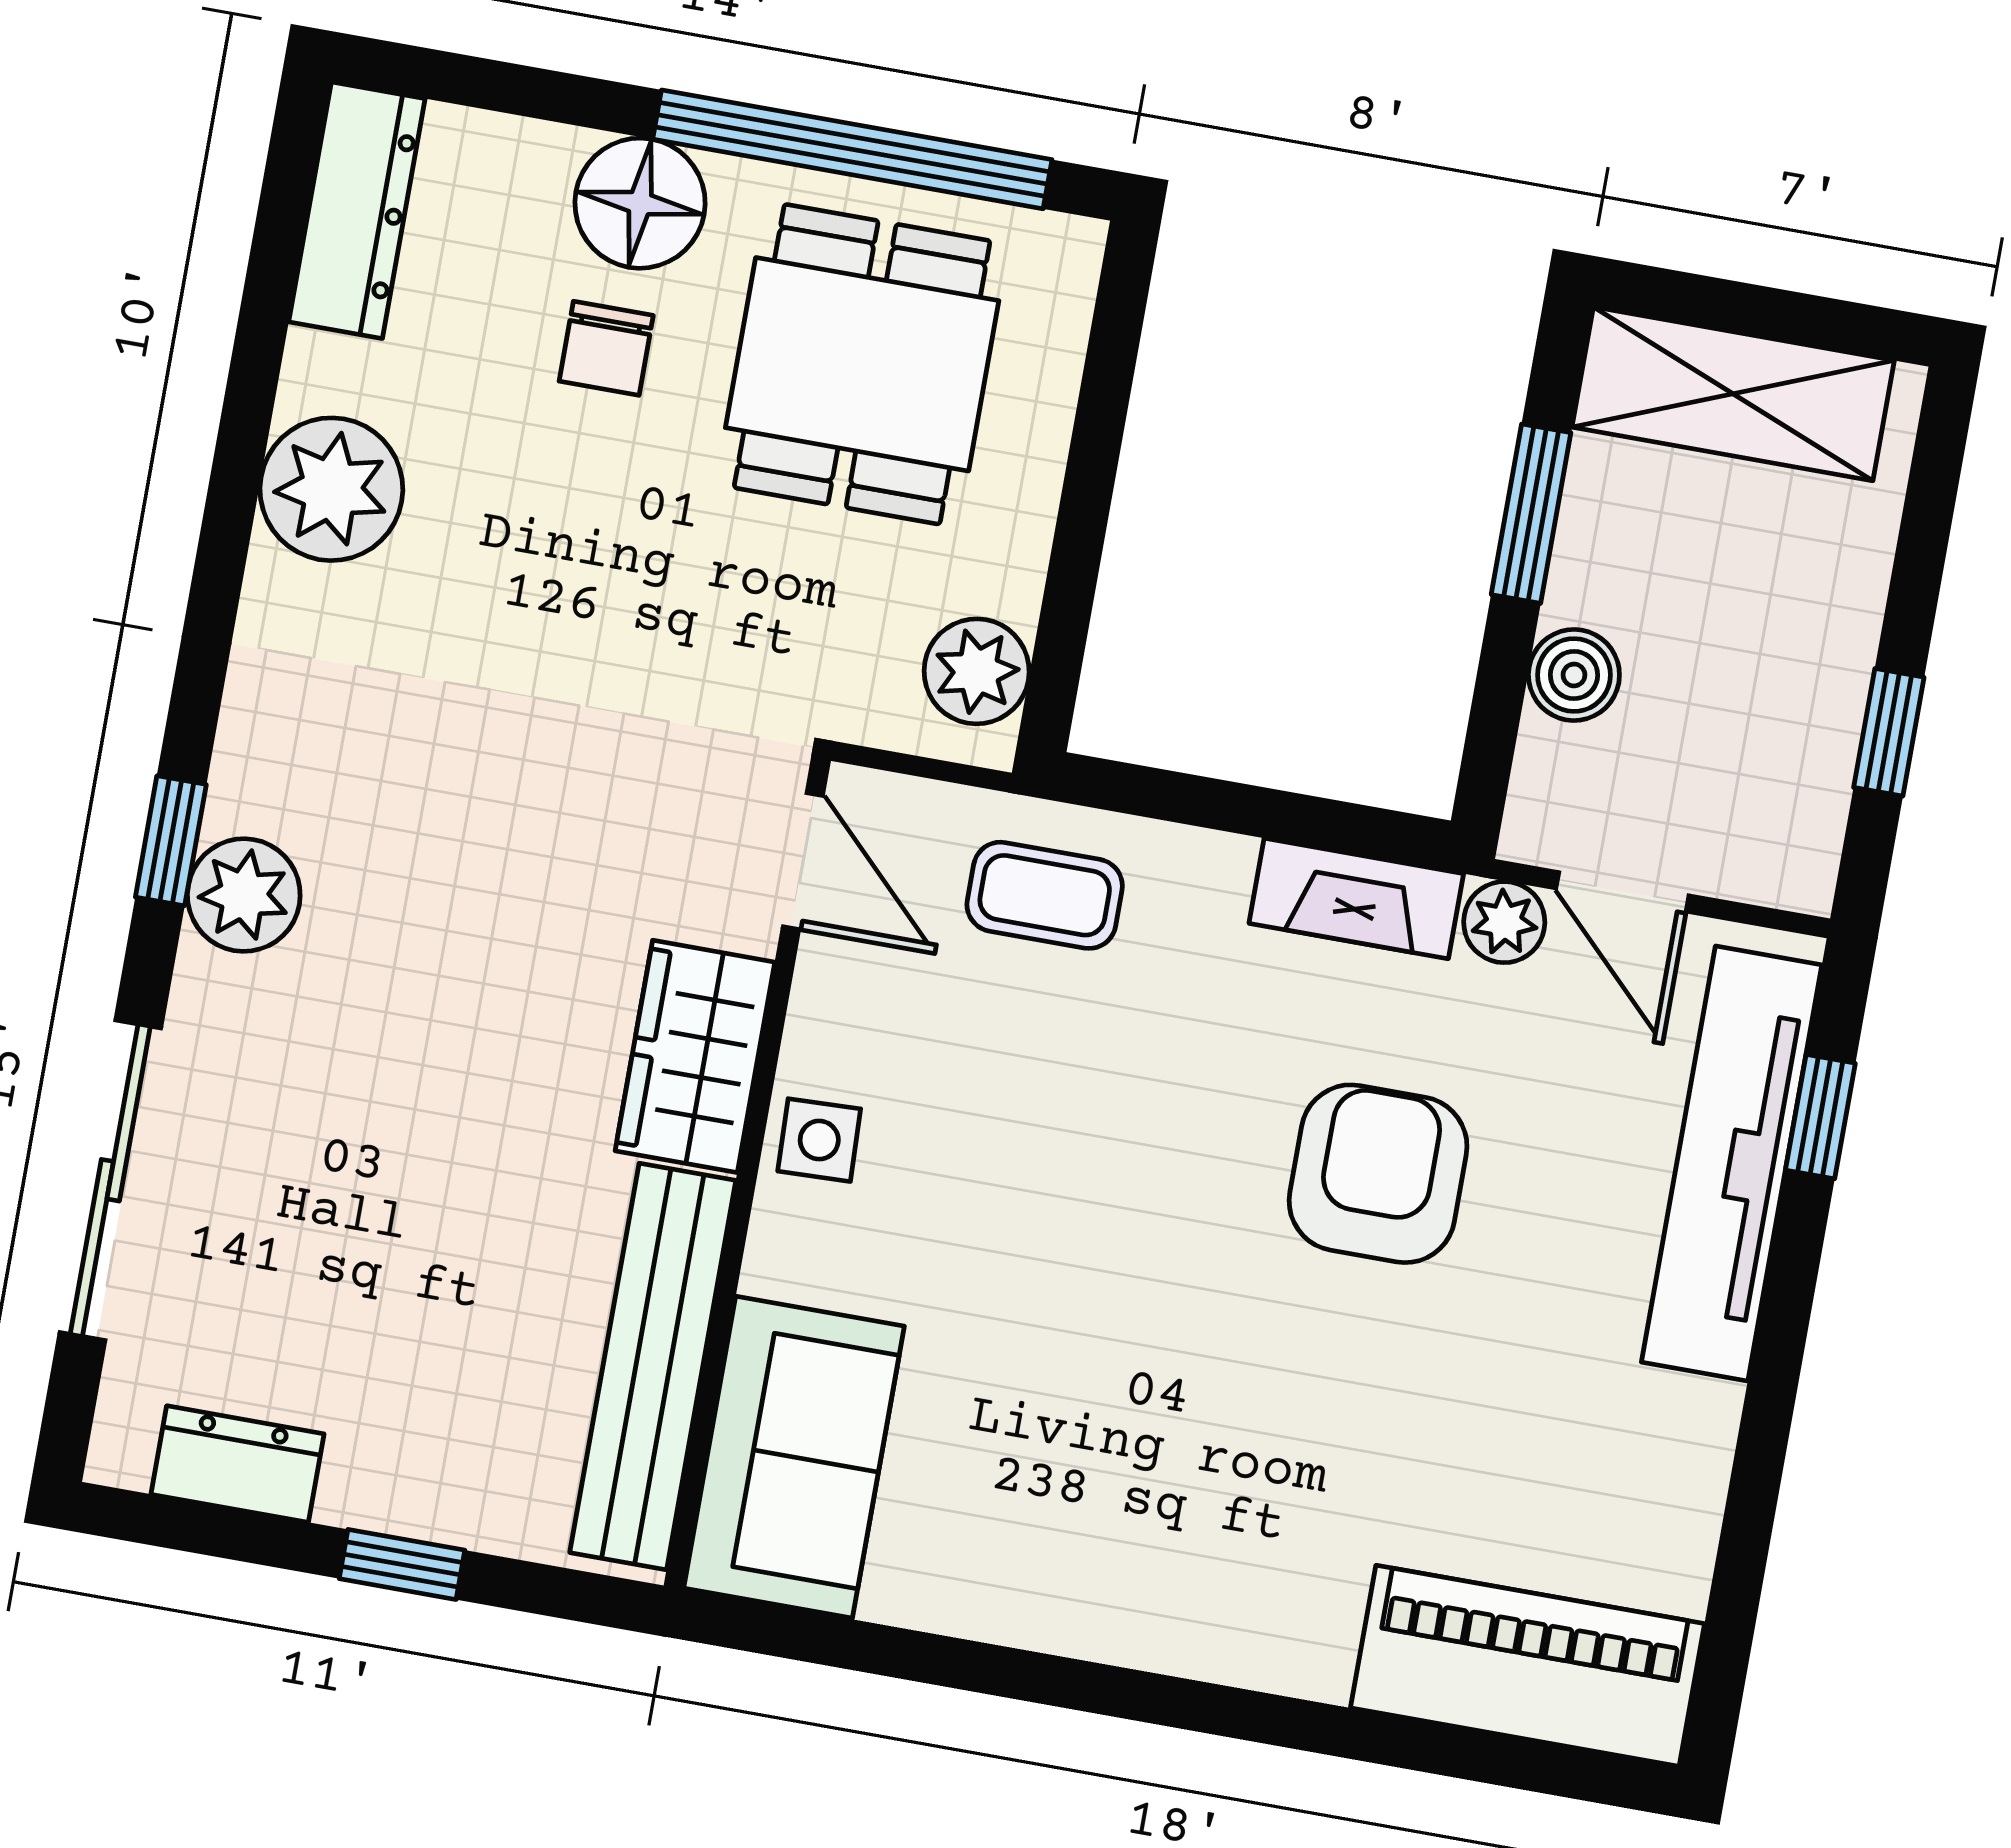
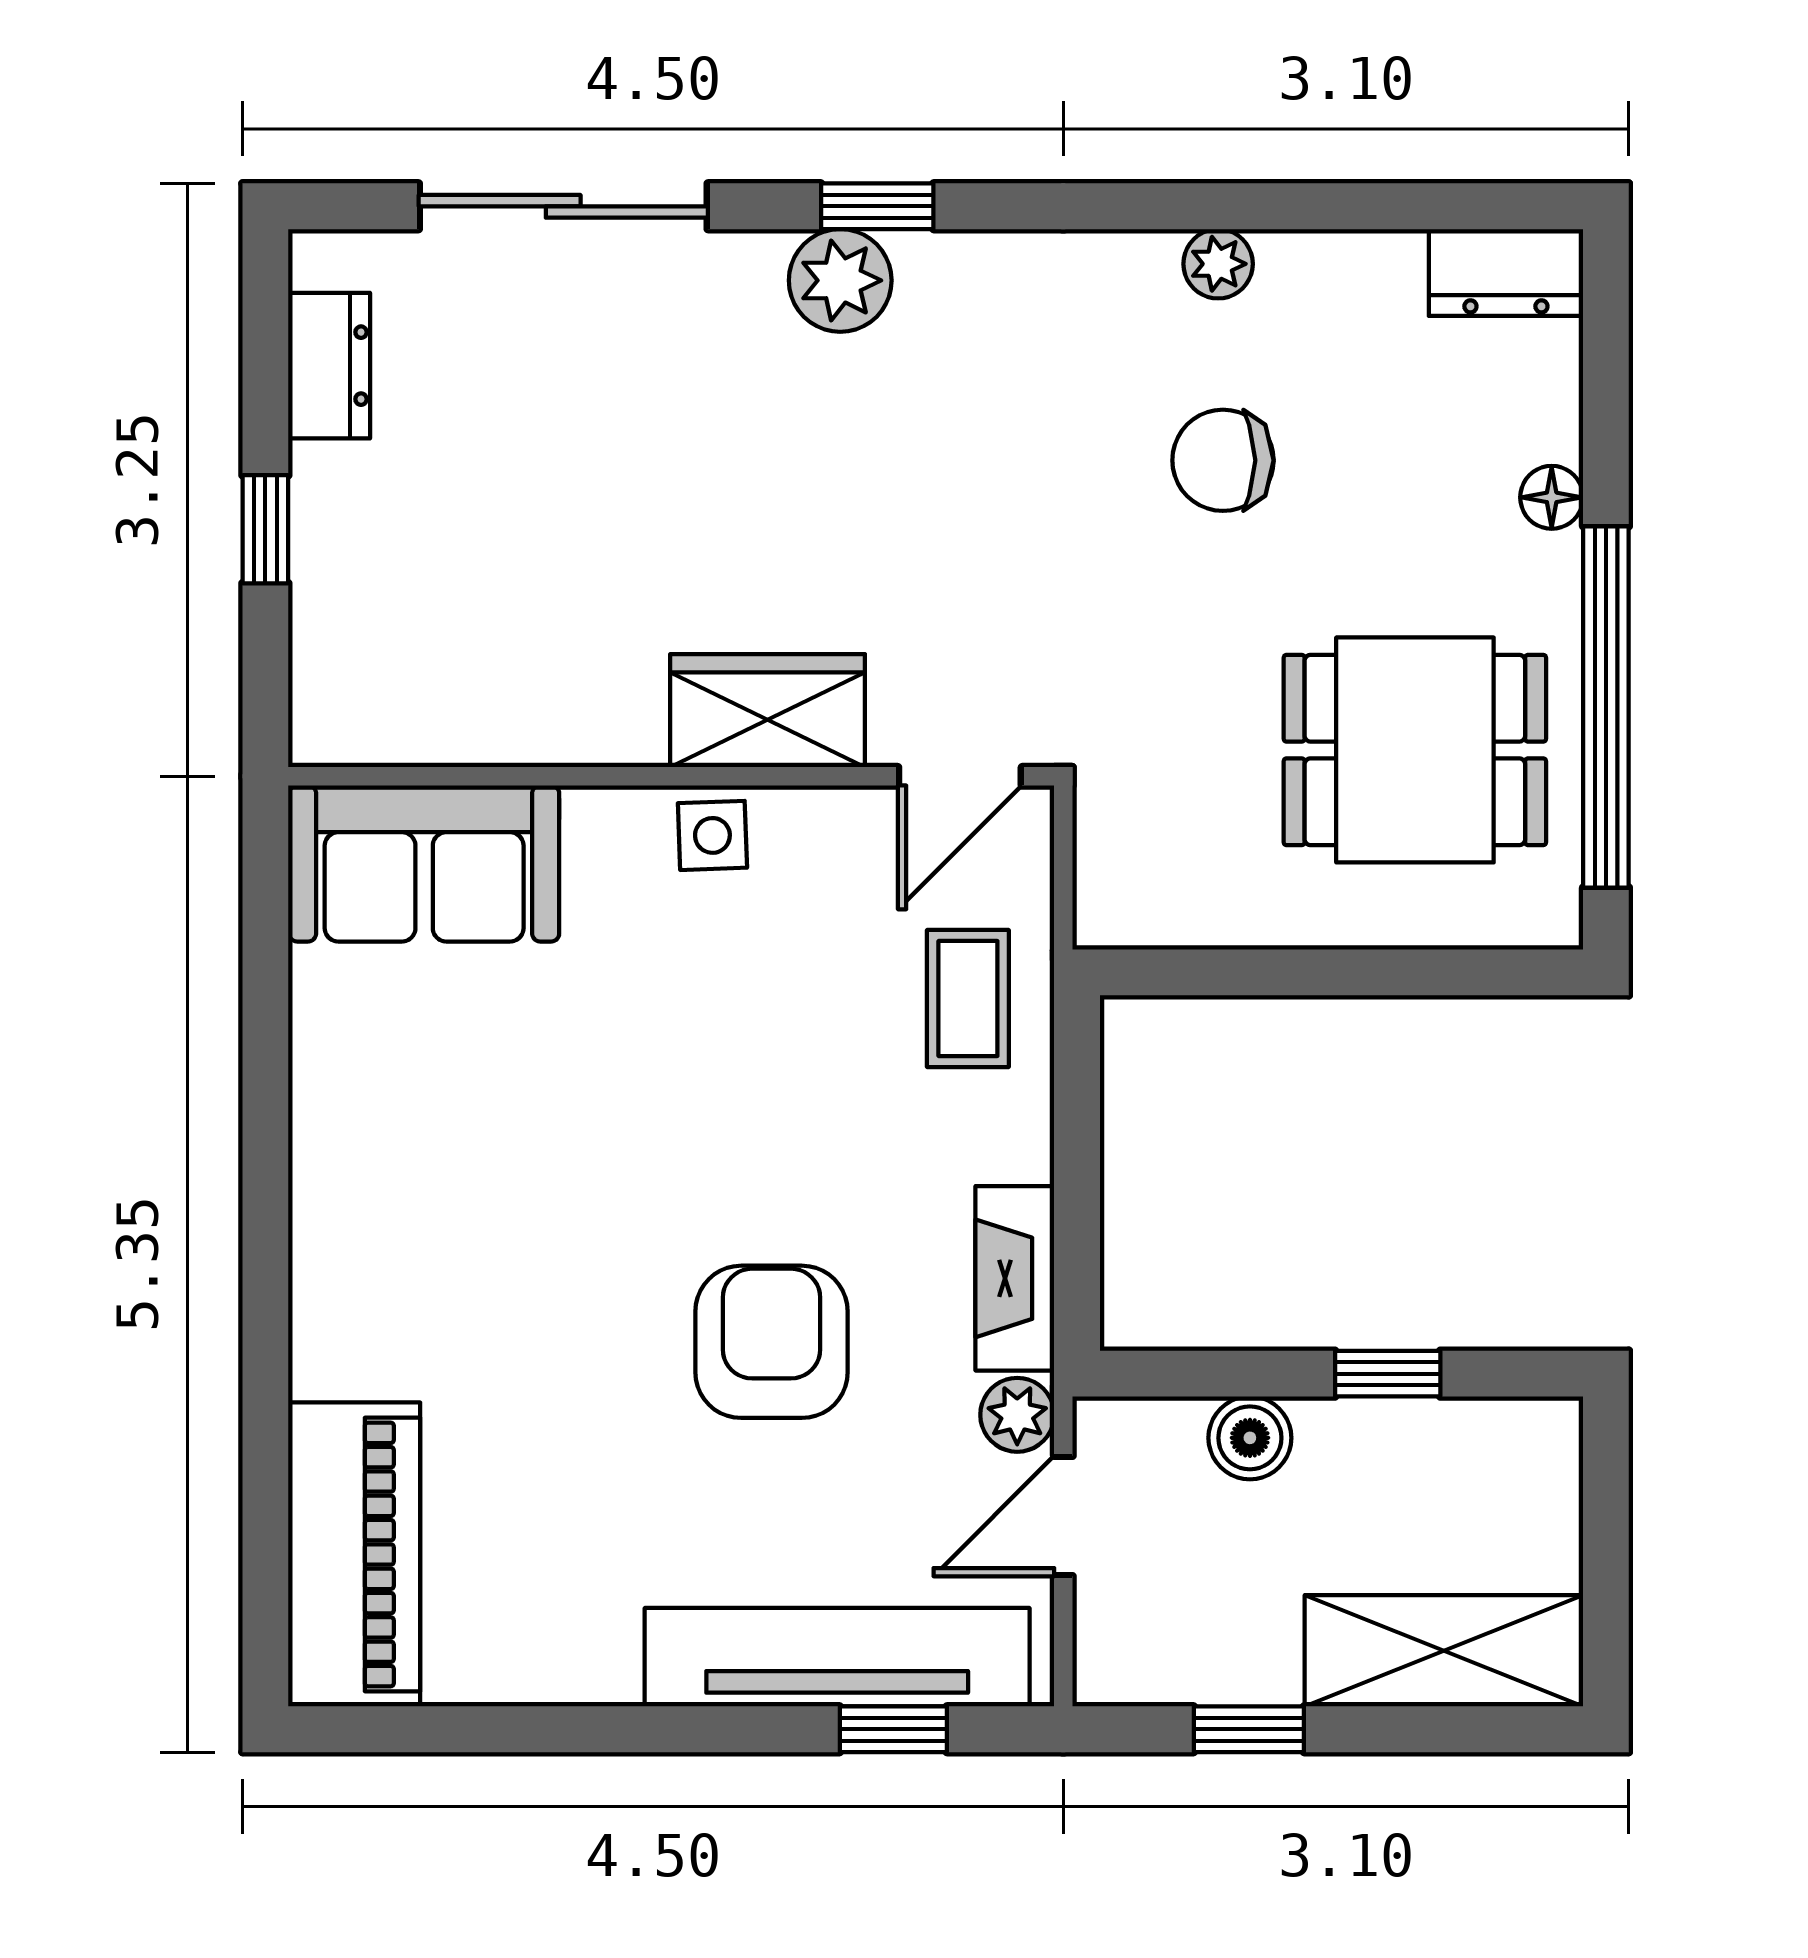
floor lamp: (640, 203) -> (1552, 497), width x0.53, depth x0.53
dresser: (357, 210) -> (1506, 273), width x0.70
chair: (606, 348) -> (1223, 460), moved, width x1.37, depth x1.37
shelving: (1733, 394) -> (1444, 1651), moved, turned 90
plant: (331, 489) -> (1218, 264), width x0.53, depth x0.53
window: (1531, 514) -> (1388, 1374), width x0.67
plant: (977, 671) -> (1158, 902), removed
armchair: (1378, 1174) -> (772, 1342), turned -90
bench: (653, 1366) -> (483, 722), removed

